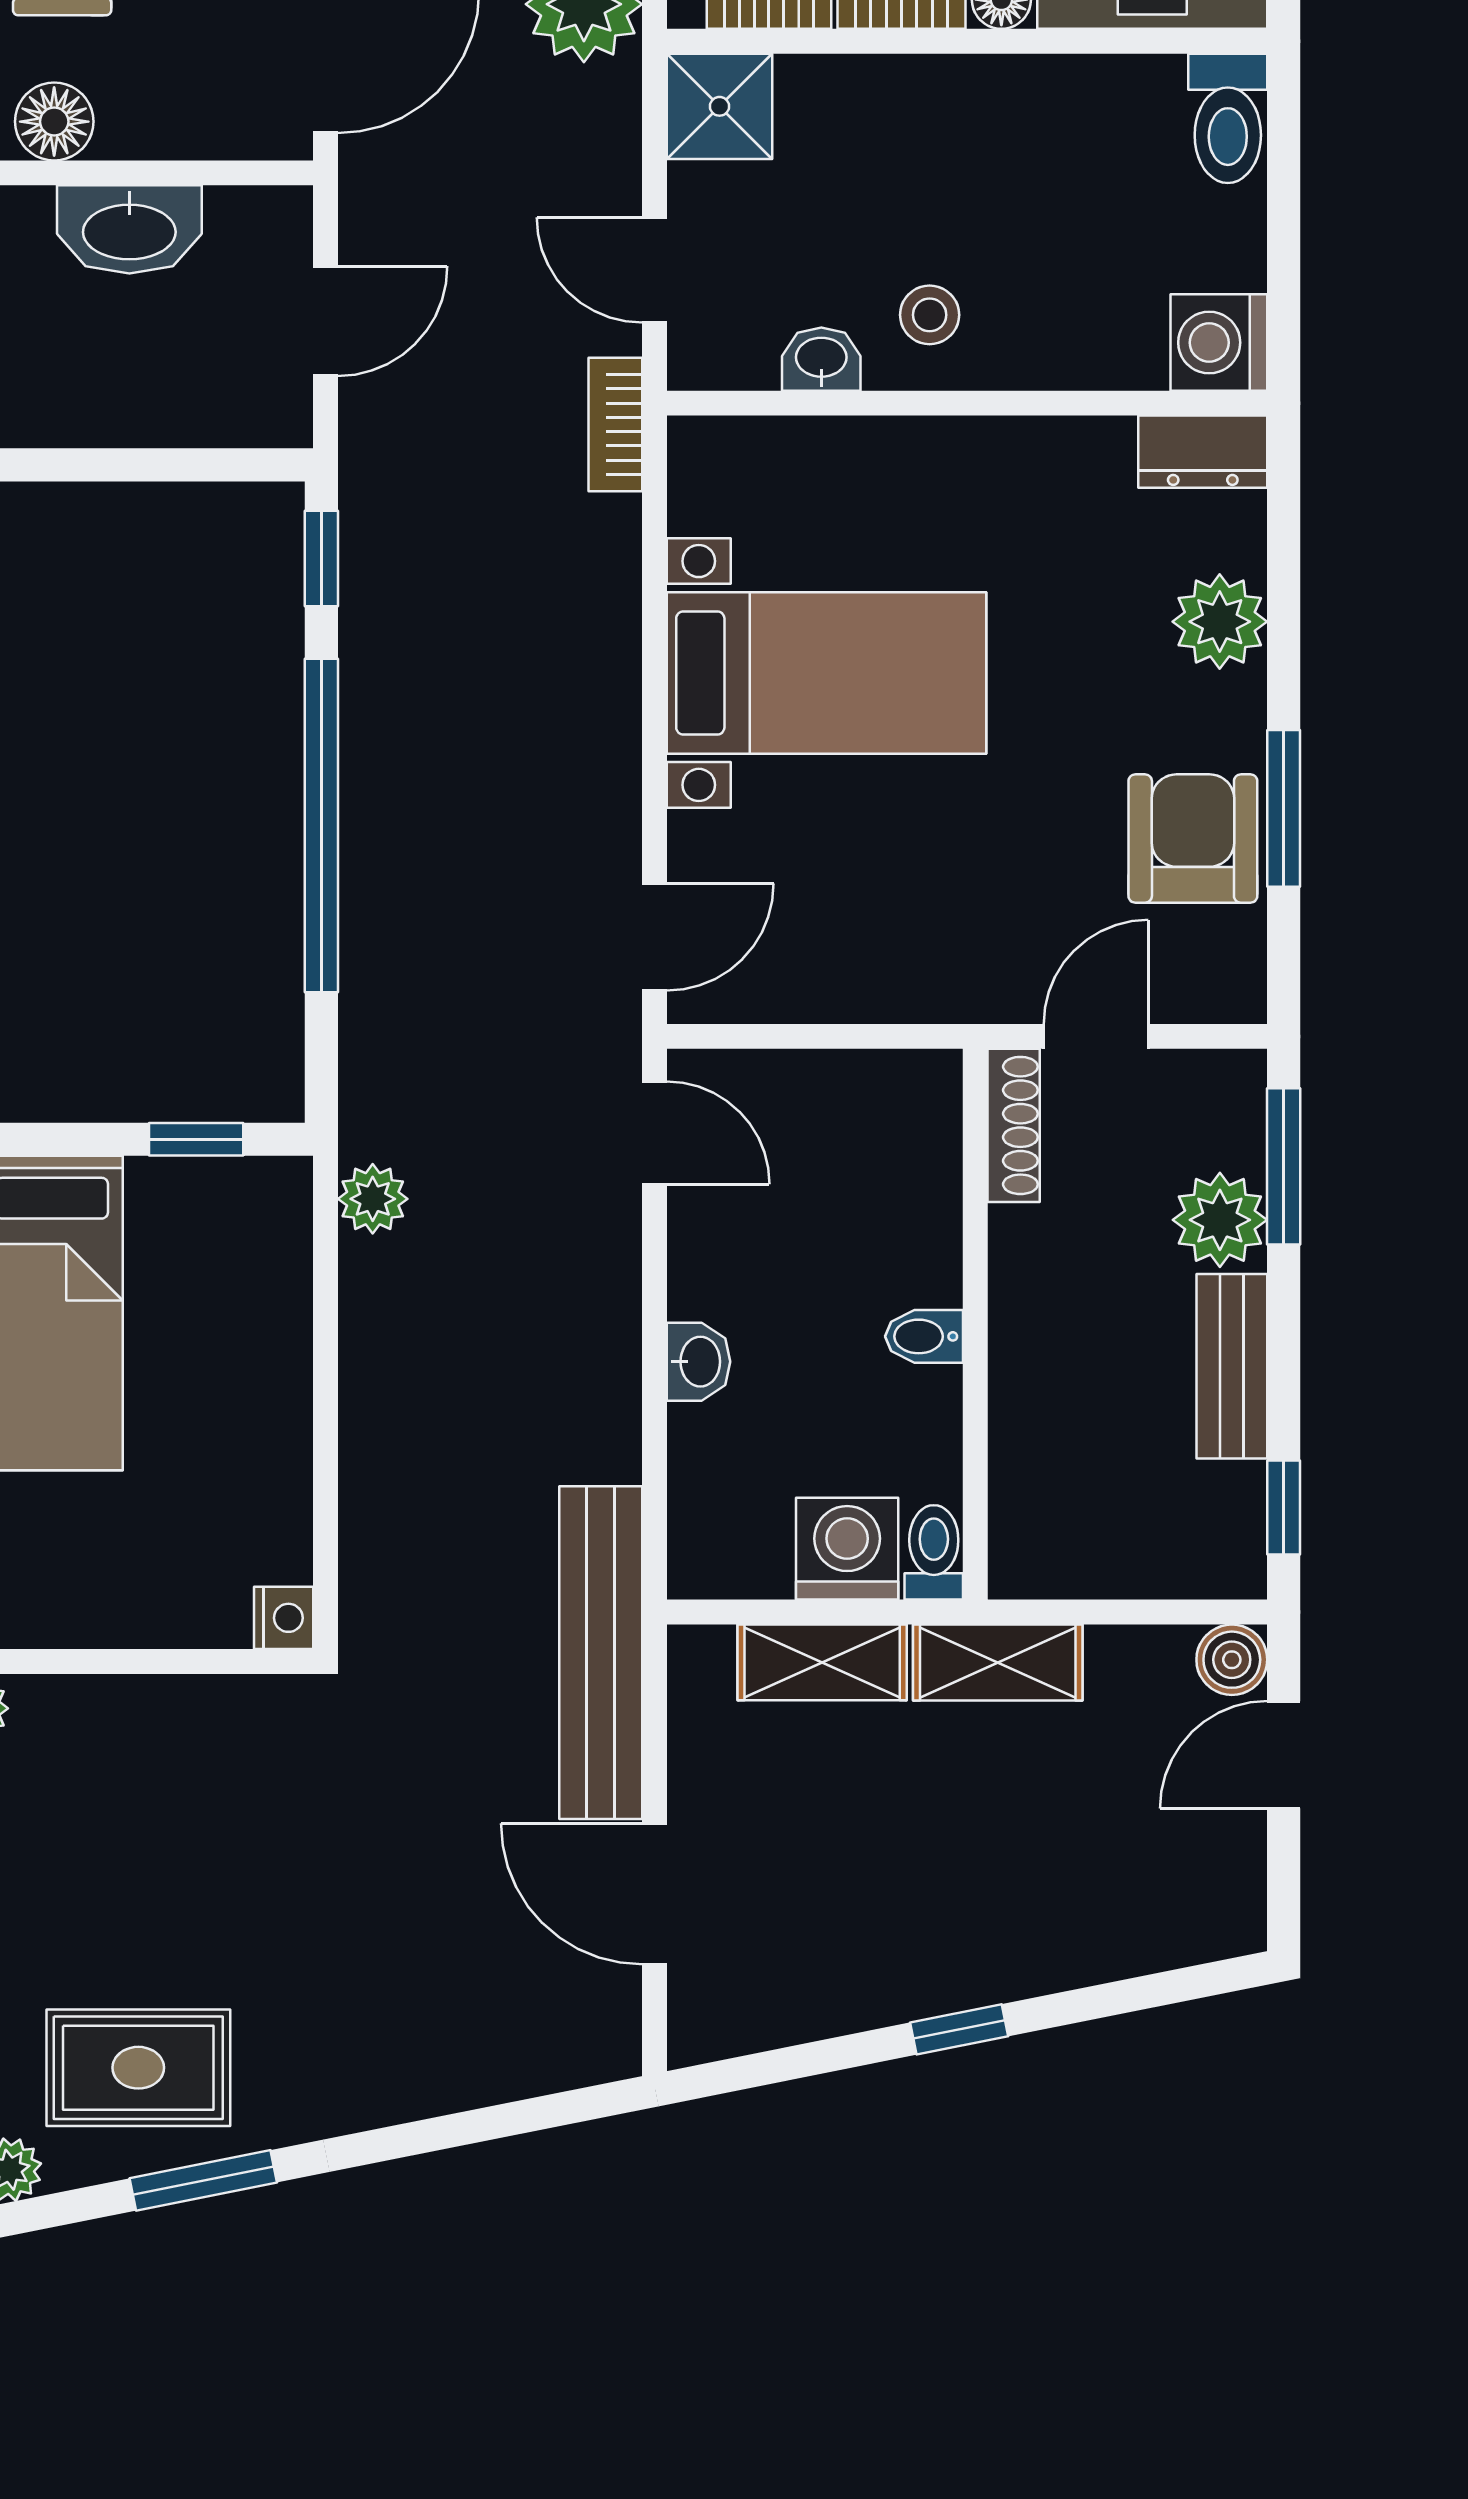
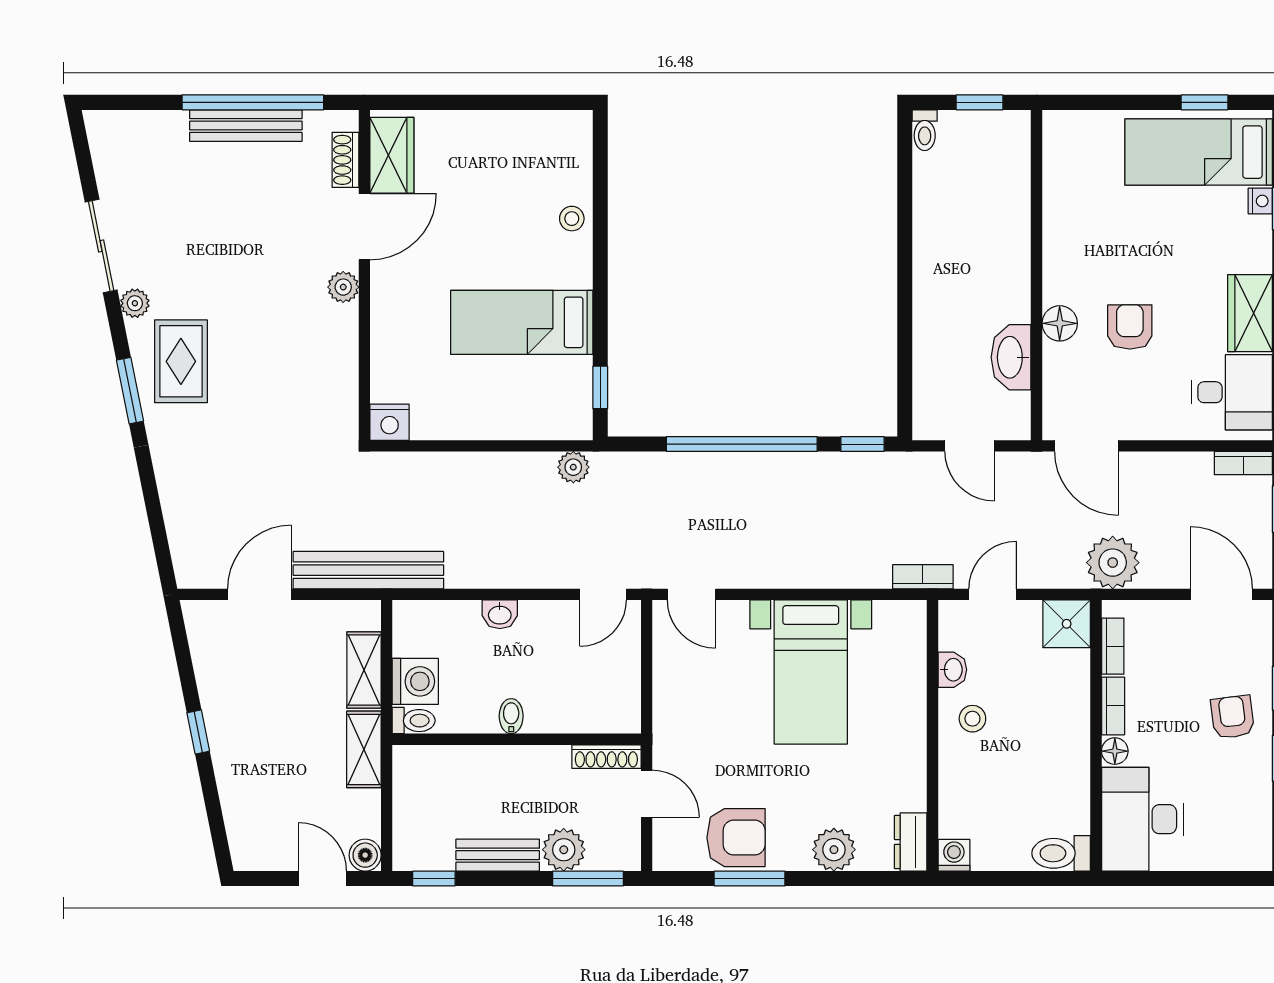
washing machine: (1219, 343) -> (954, 855), width x0.73, depth x0.73
nightstand: (284, 1618) -> (390, 422), width x1.39, depth x1.35

